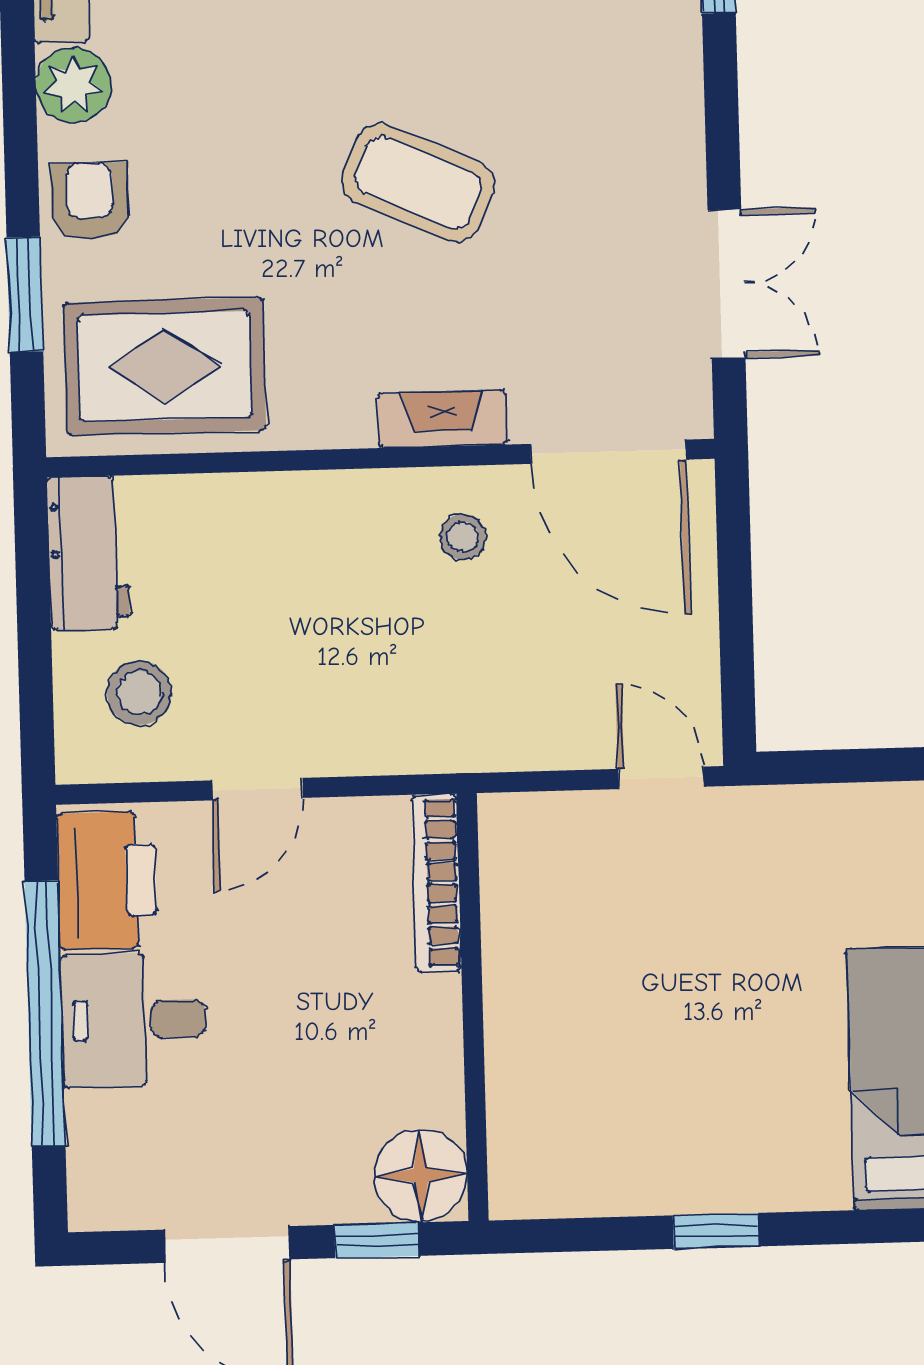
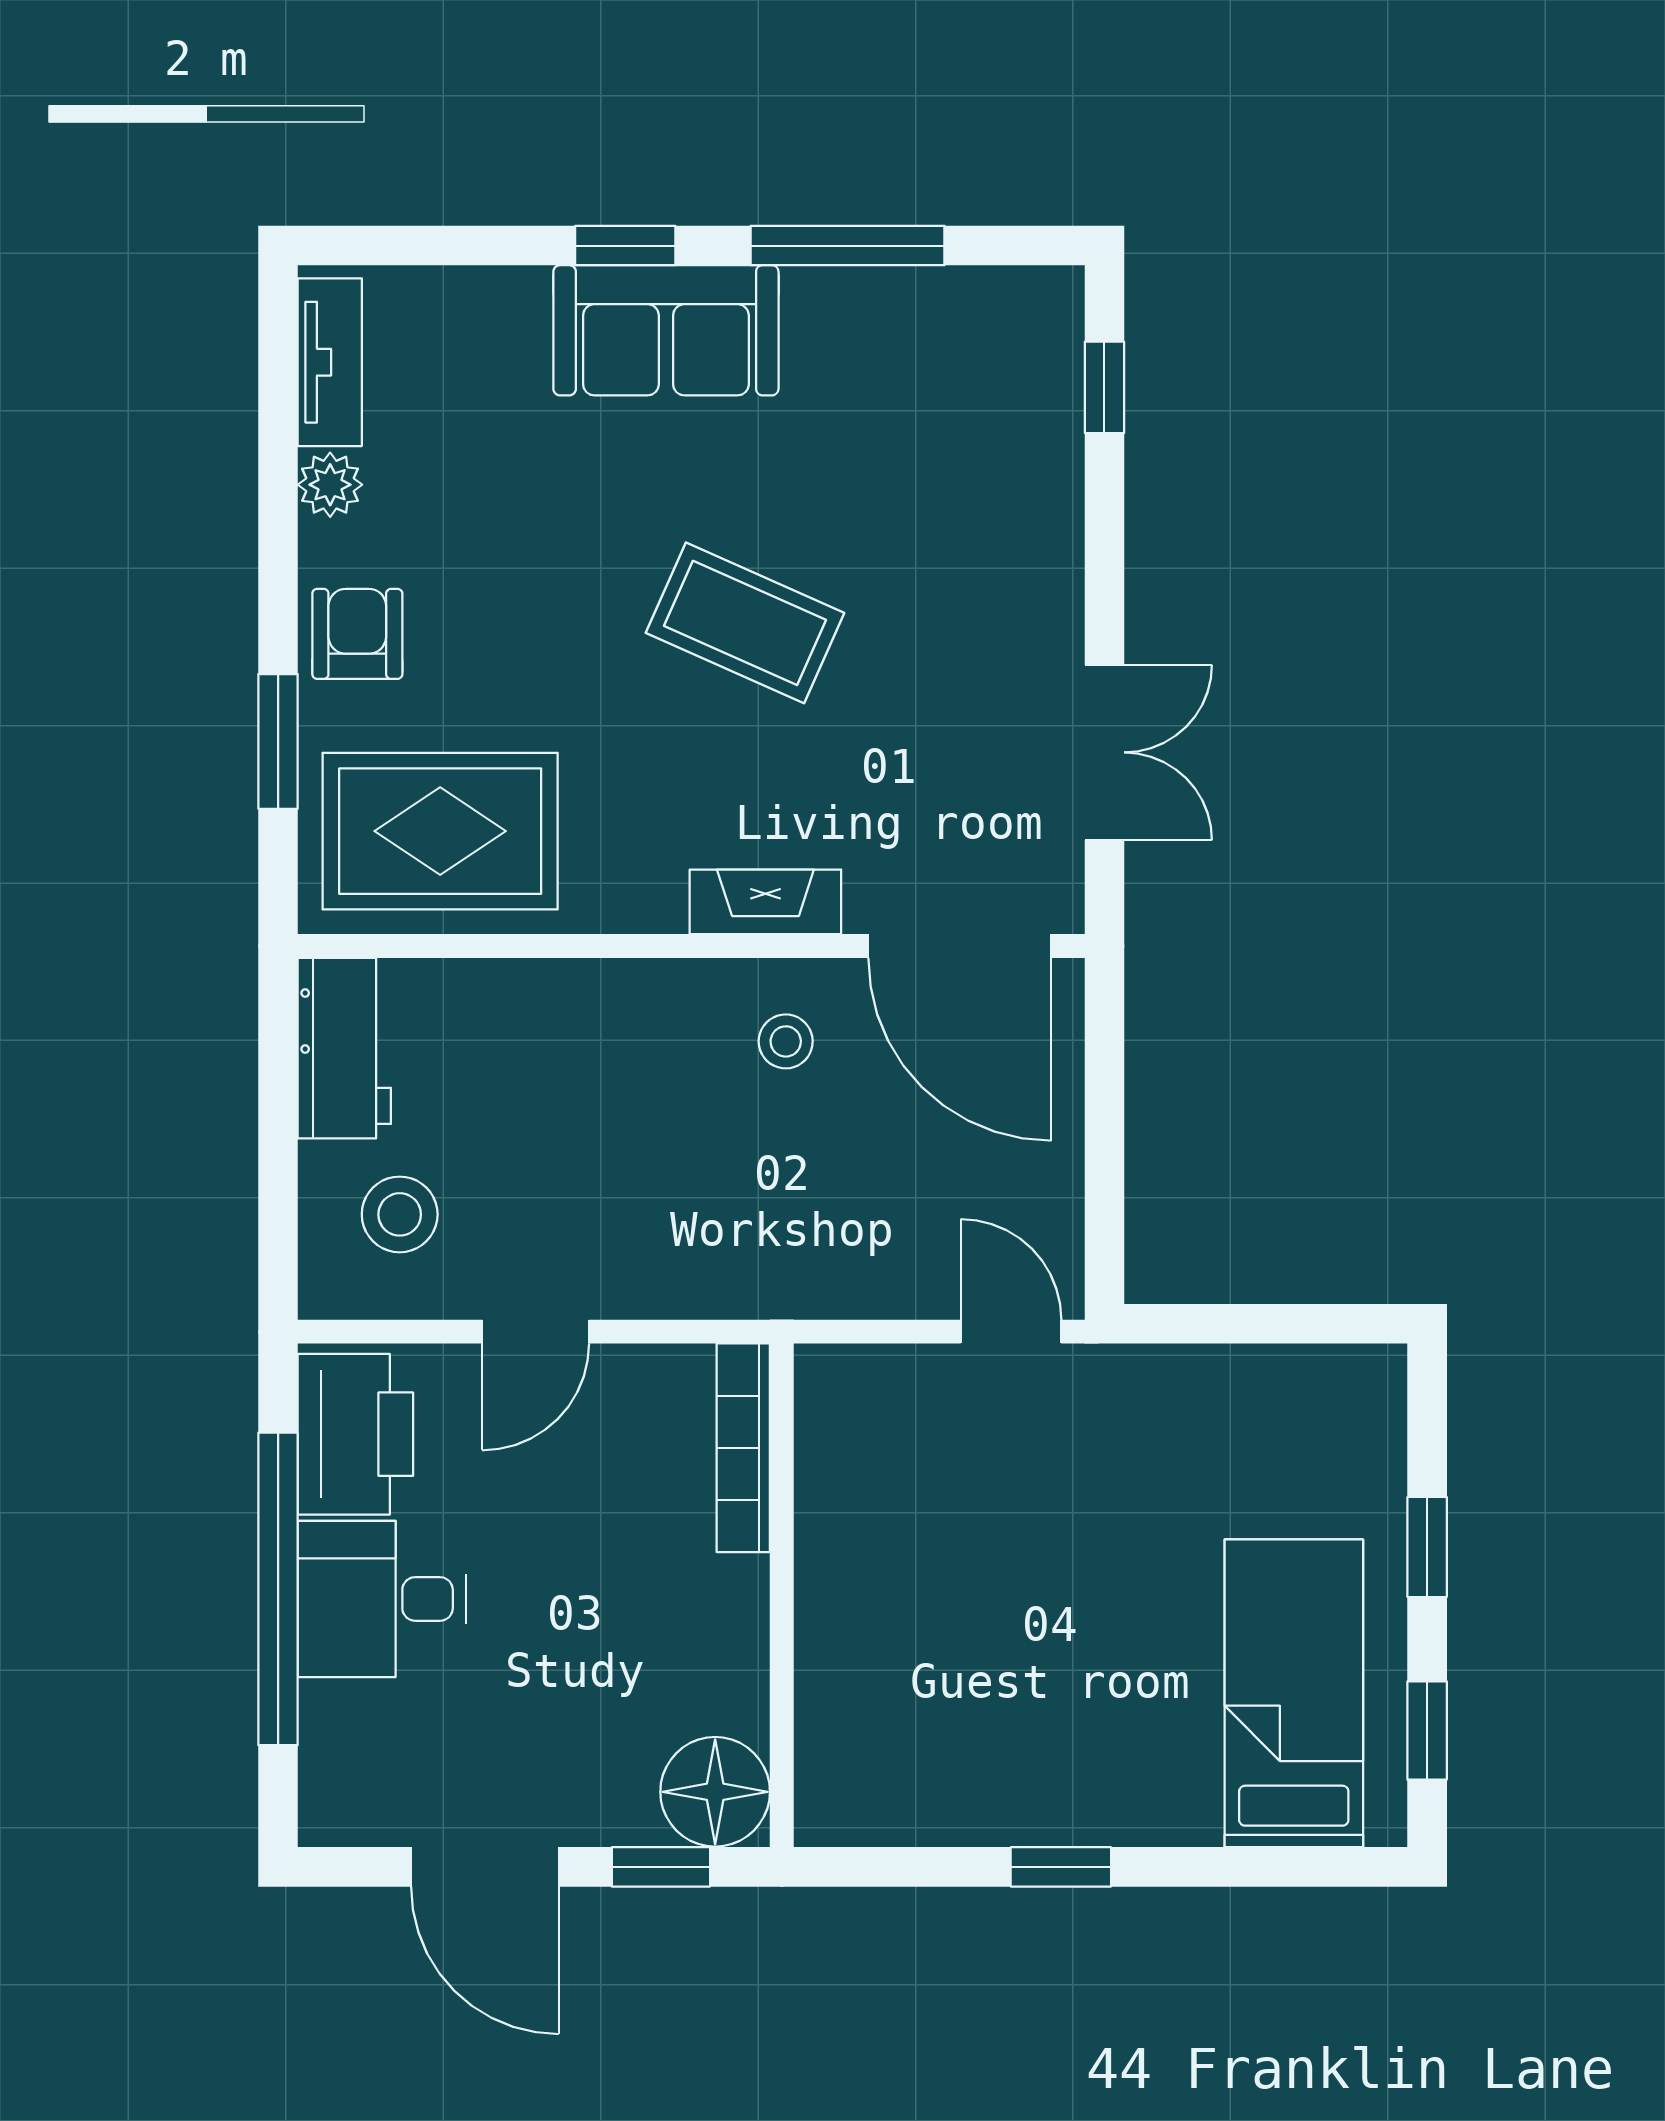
plant: (73, 85) -> (330, 485), width x0.73, depth x0.73

